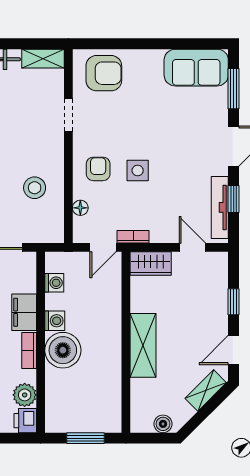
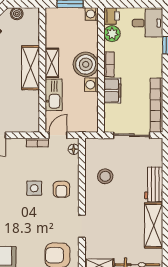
floor lamp: (80, 208) -> (74, 149), moved
wardrobe: (151, 263) -> (25, 124), removed
washing machine: (54, 283) -> (92, 14), moved
kitchen sink: (109, 306) -> (54, 95), added
shelving: (112, 352) -> (52, 63), added

